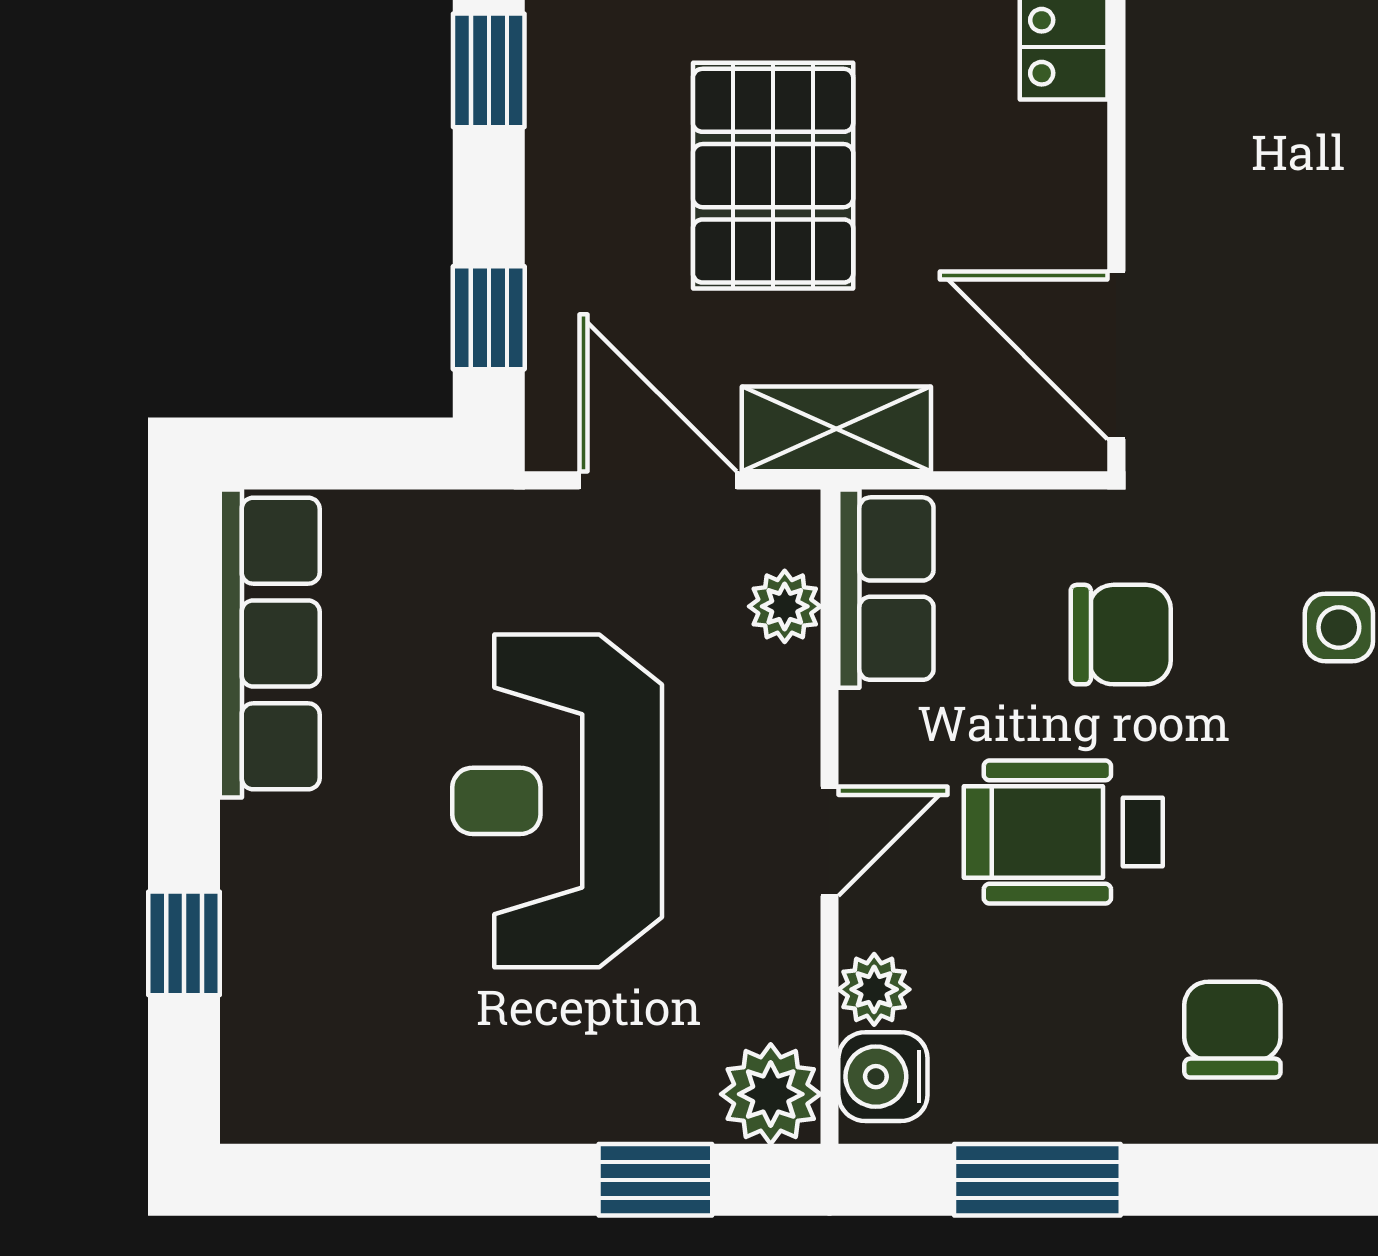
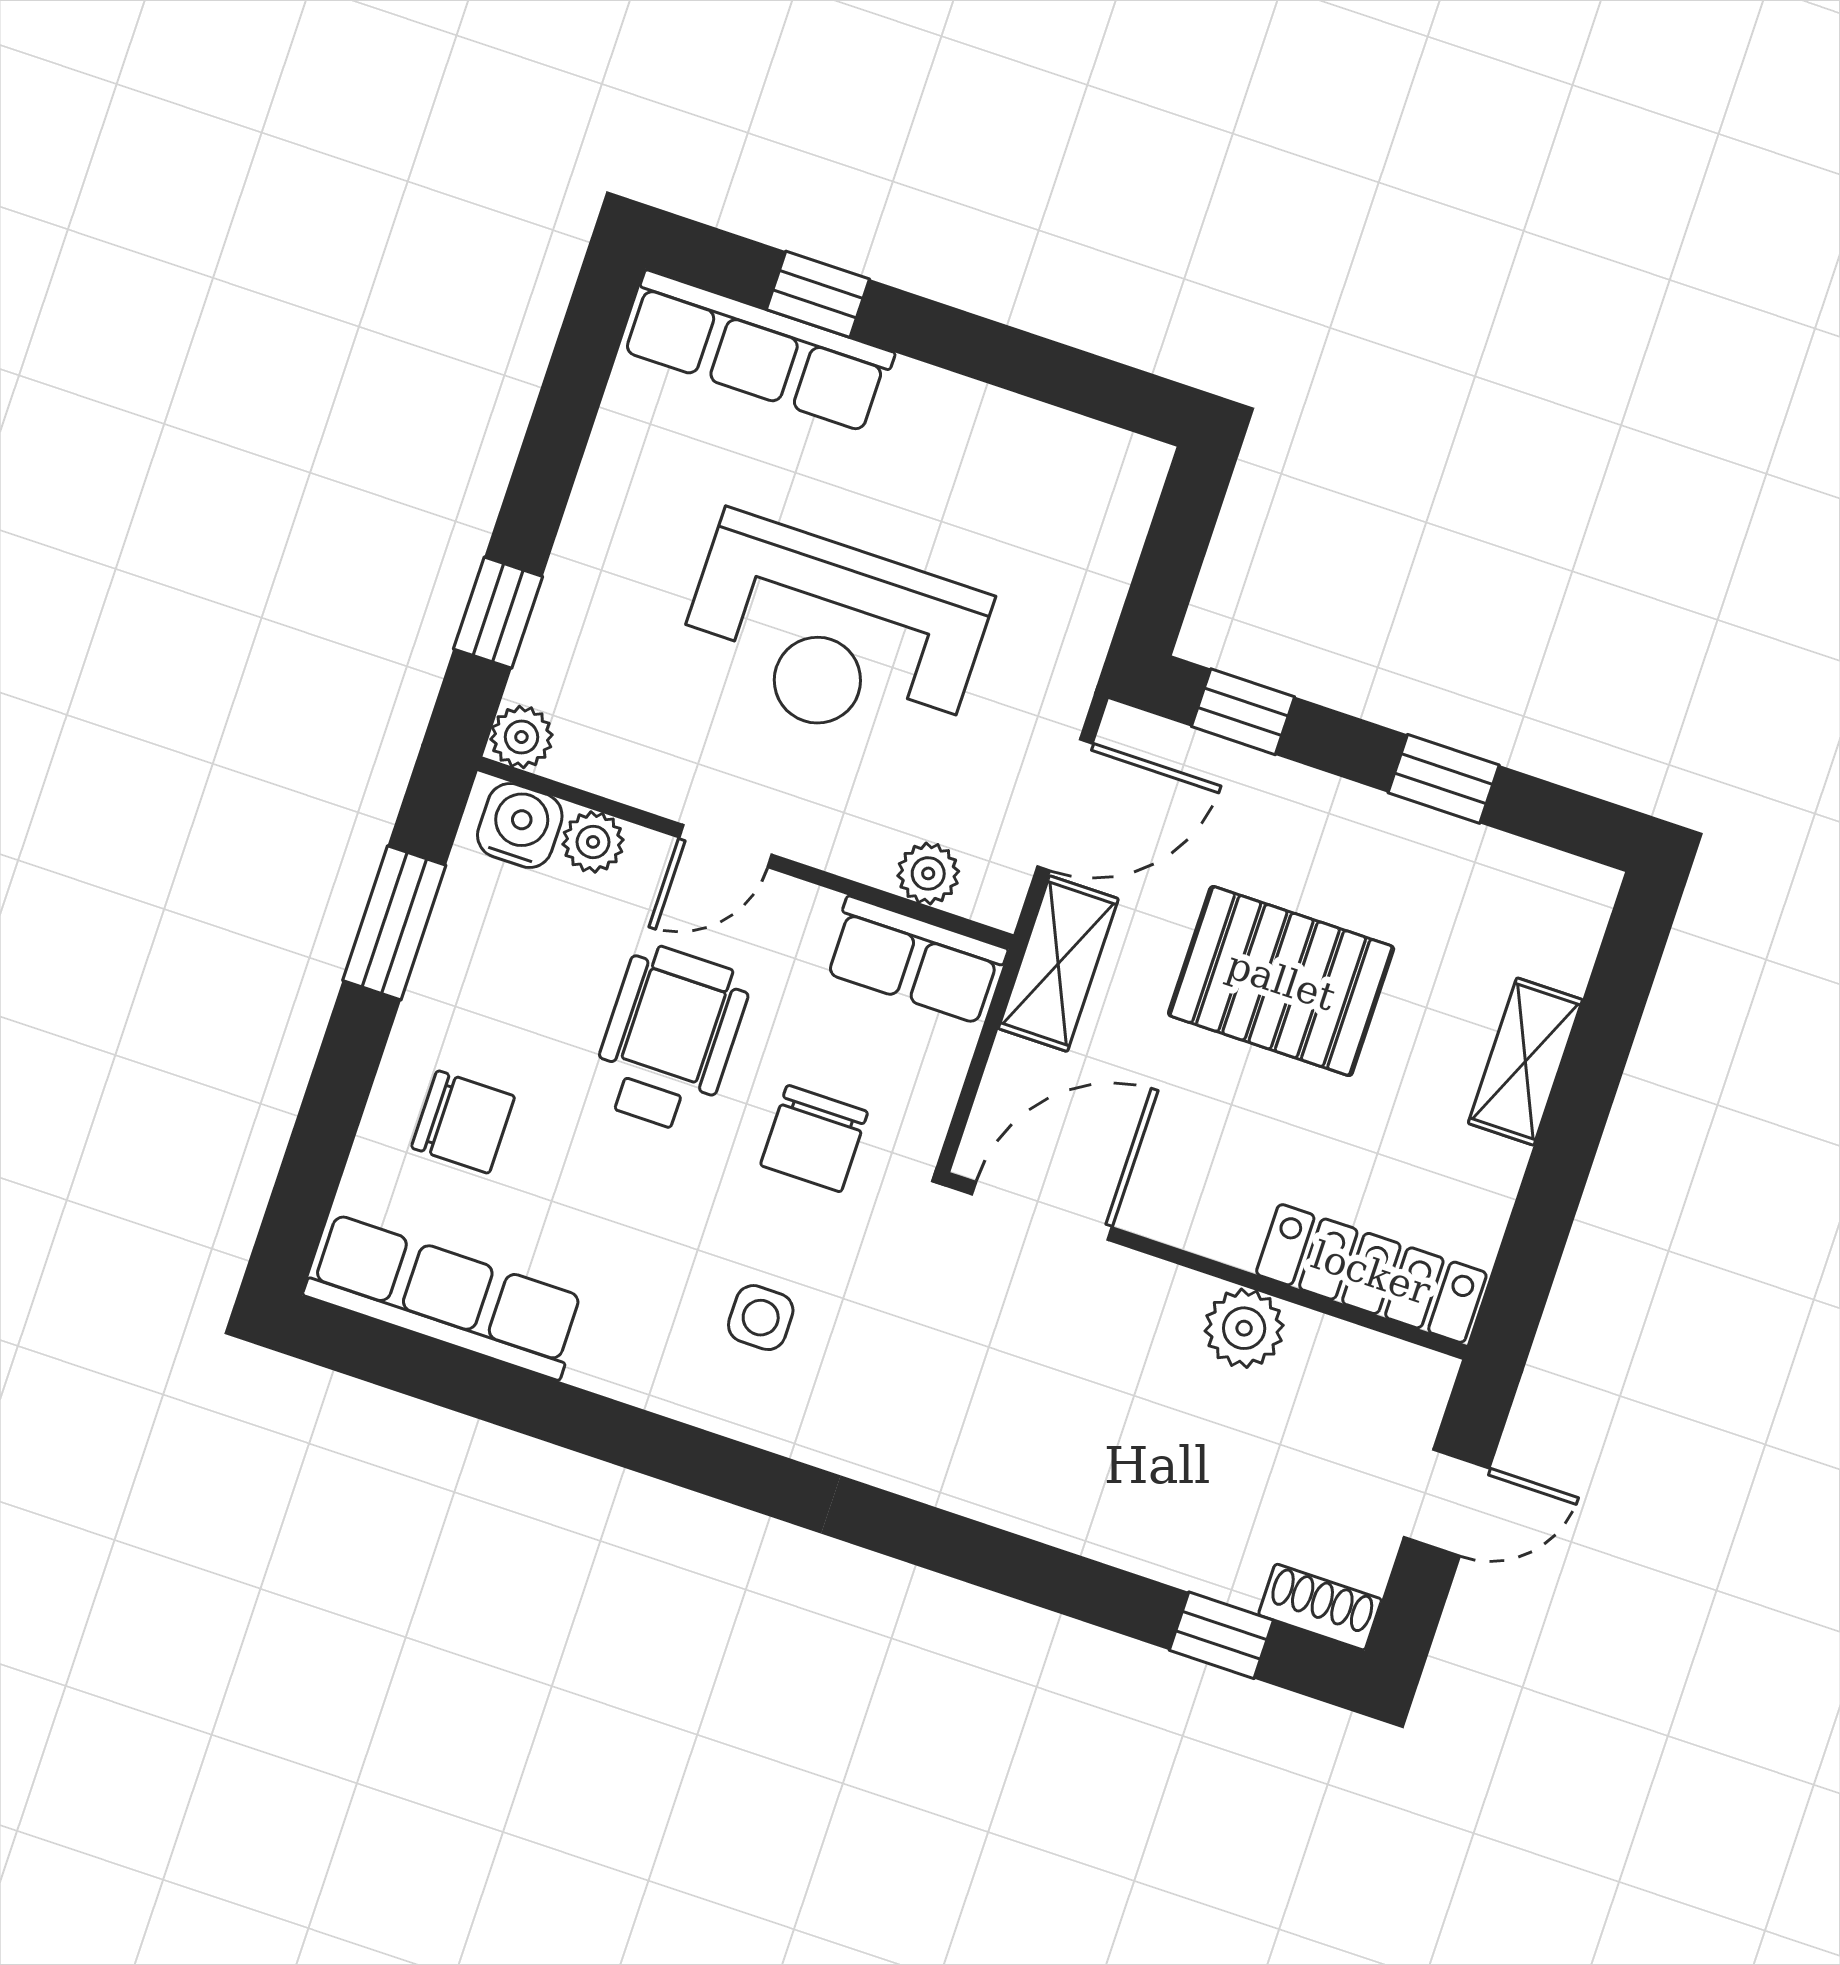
plant: (1171, 88) -> (1244, 1328), added
row of seats: (270, 643) -> (757, 351), moved
reception desk: (557, 801) -> (832, 636), turned 180
door: (830, 841) -> (725, 846), hinge flipped
plant: (771, 1094) -> (521, 737), width x0.73, depth x0.73

